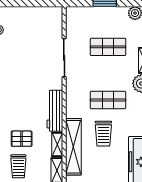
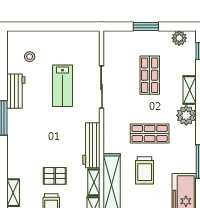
shop shelf: (108, 47) -> (150, 75), turned 90
lab bench: (29, 56) -> (62, 86), added

